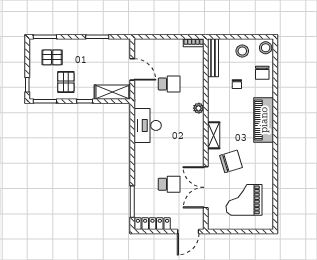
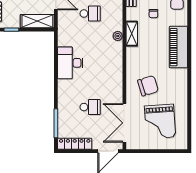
desk: (148, 125) -> (70, 63), moved
shelving: (214, 135) -> (132, 34), moved
double door: (206, 187) -> (124, 123), moved
grand piano: (244, 200) -> (160, 122), turned -94

